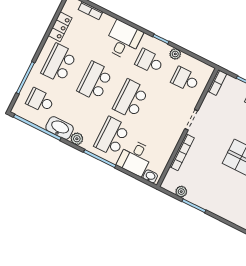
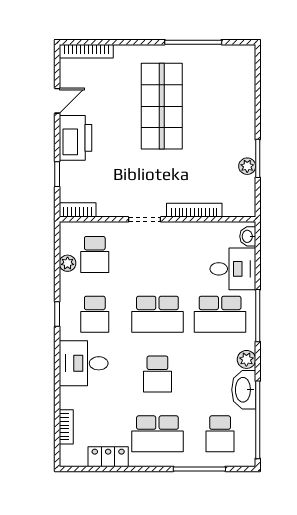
plant: (175, 54) -> (68, 263), moved
school desk: (95, 81) -> (157, 374), width x0.54
plant: (181, 192) -> (247, 166), moved

